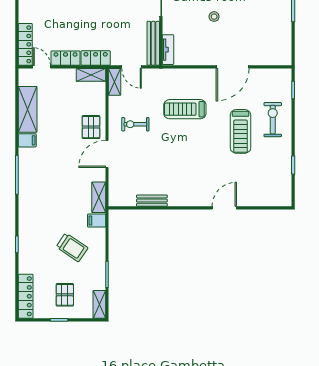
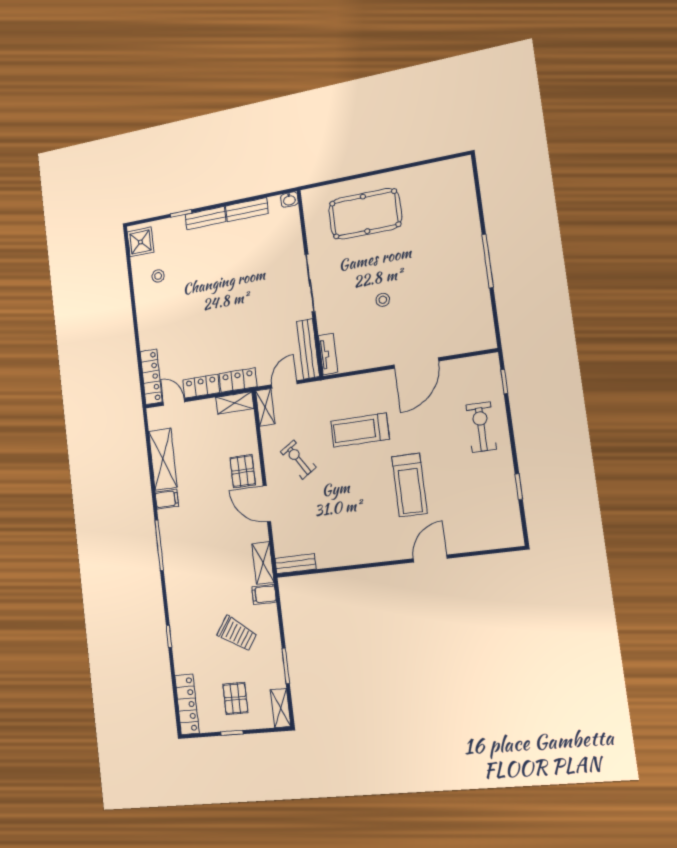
door: (132, 67) -> (284, 384), swing flipped
exercise bike: (135, 124) -> (298, 459), turned 57
treadmill: (240, 131) -> (409, 485), moved
door: (107, 154) -> (267, 504), hinge flipped
bench: (152, 201) -> (295, 564), moved

